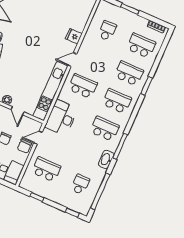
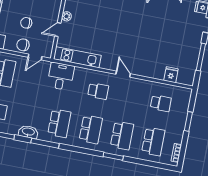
fridge: (74, 36) -> (171, 75), moved
school desk: (83, 86) -> (98, 91), width x0.54
kitchen unit: (50, 91) -> (77, 57), width x0.73
desk: (61, 118) -> (61, 76), width x0.73
door: (38, 138) -> (35, 57), swing flipped

